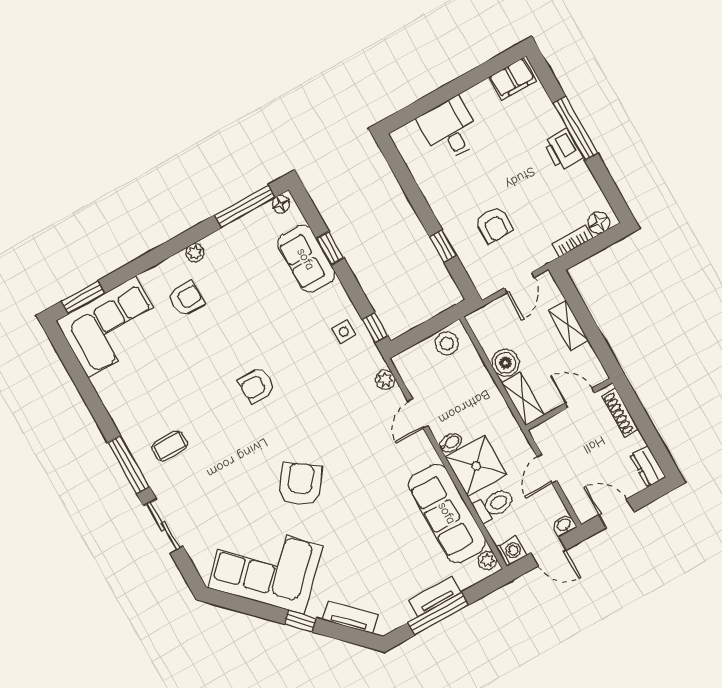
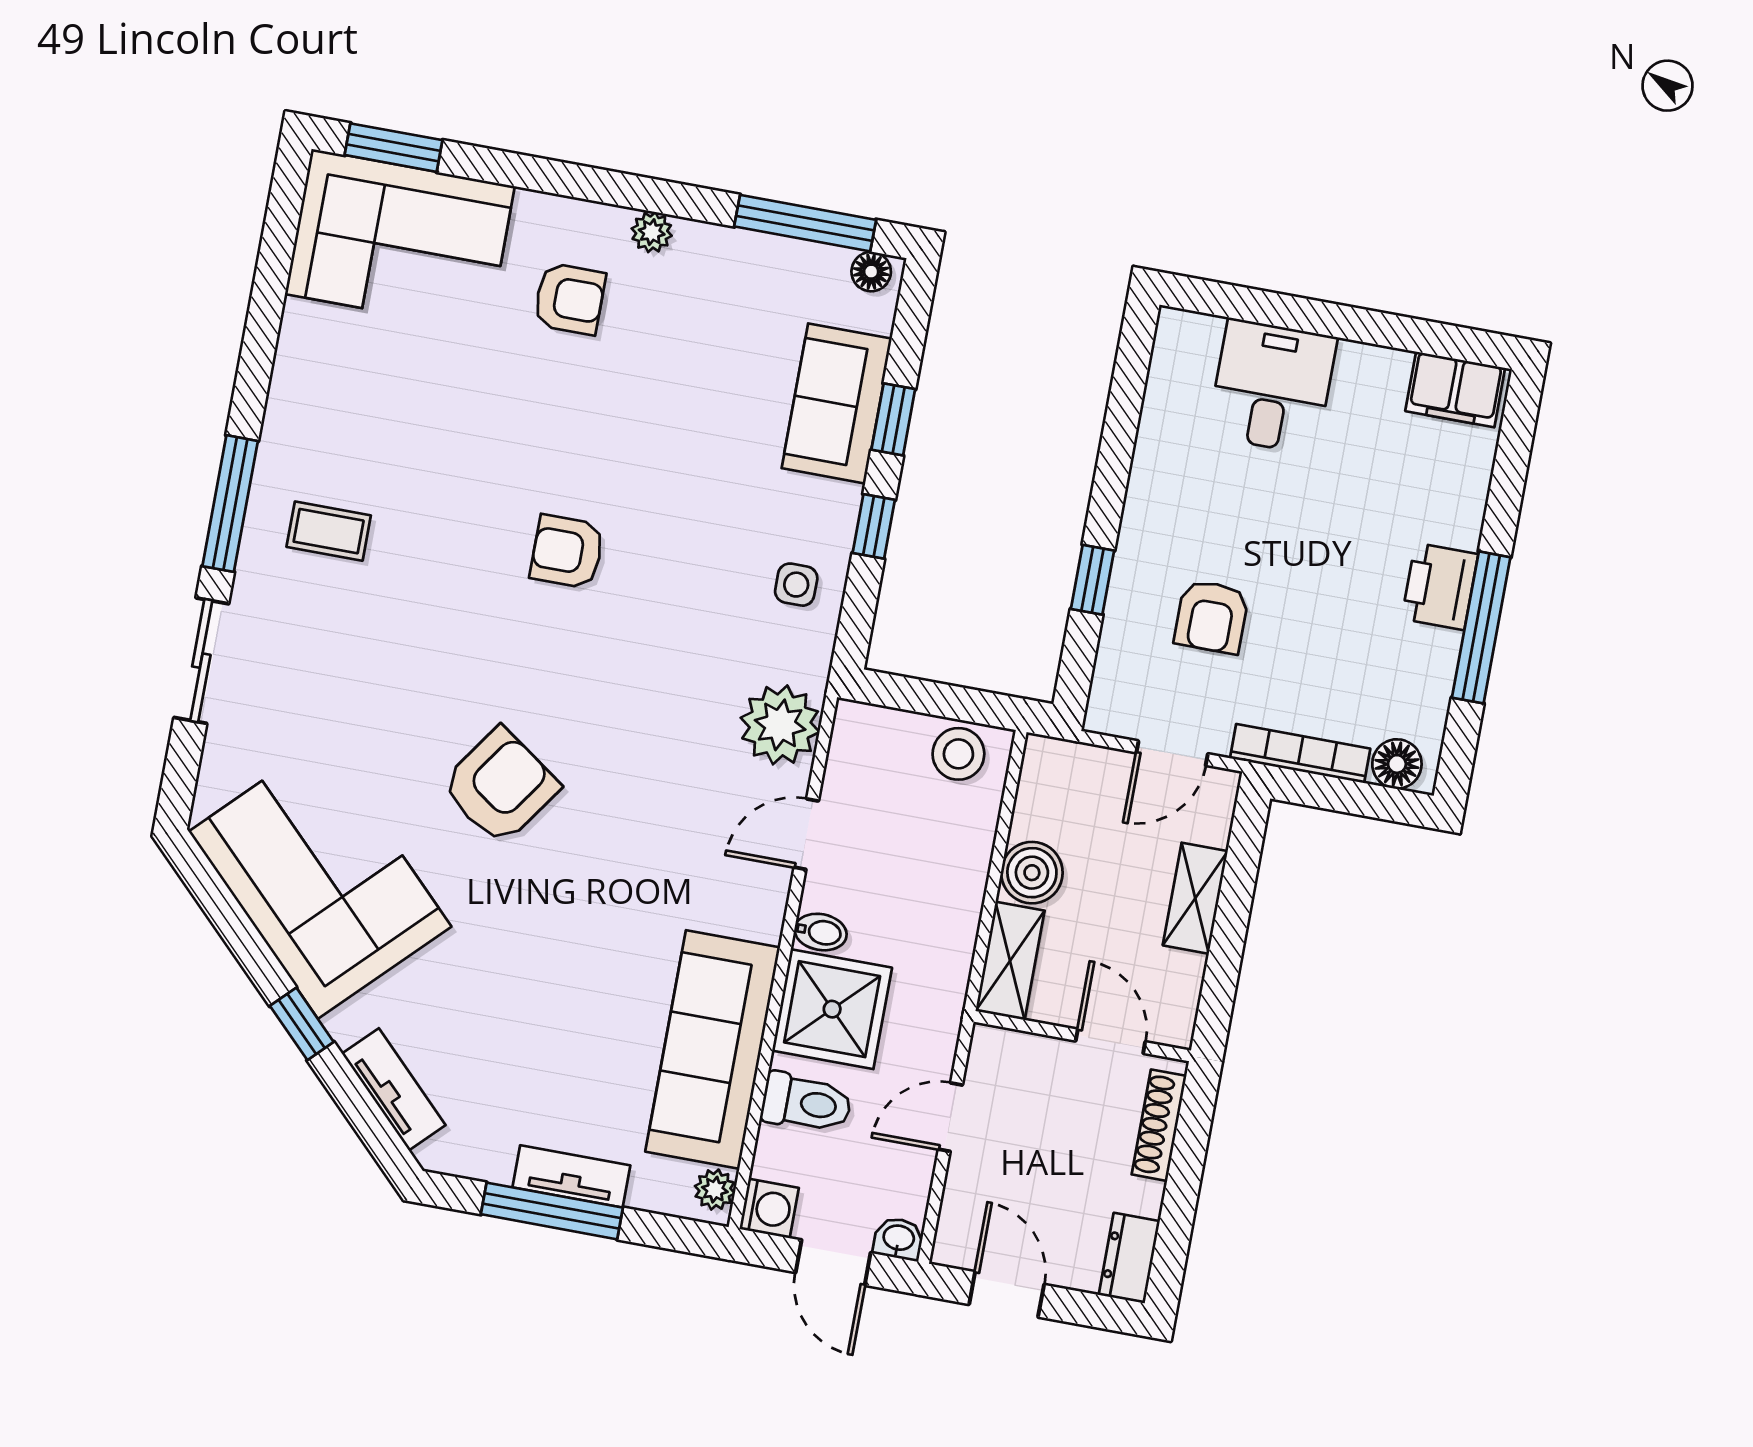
window: (575, 128) -> (1481, 627), moved
bookcase: (572, 241) -> (1300, 753), width x1.56
window: (375, 328) -> (874, 526), moved
plant: (385, 380) -> (780, 725), width x1.88, depth x1.88

